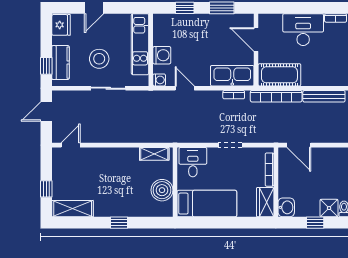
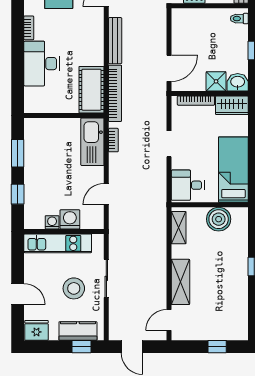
door: (256, 40) -> (53, 115), removed
washing machine: (159, 80) -> (52, 222), moved
door: (71, 145) -> (169, 320), hinge flipped
shower: (329, 208) -> (216, 81), moved
shelving: (73, 209) -> (180, 282), moved

